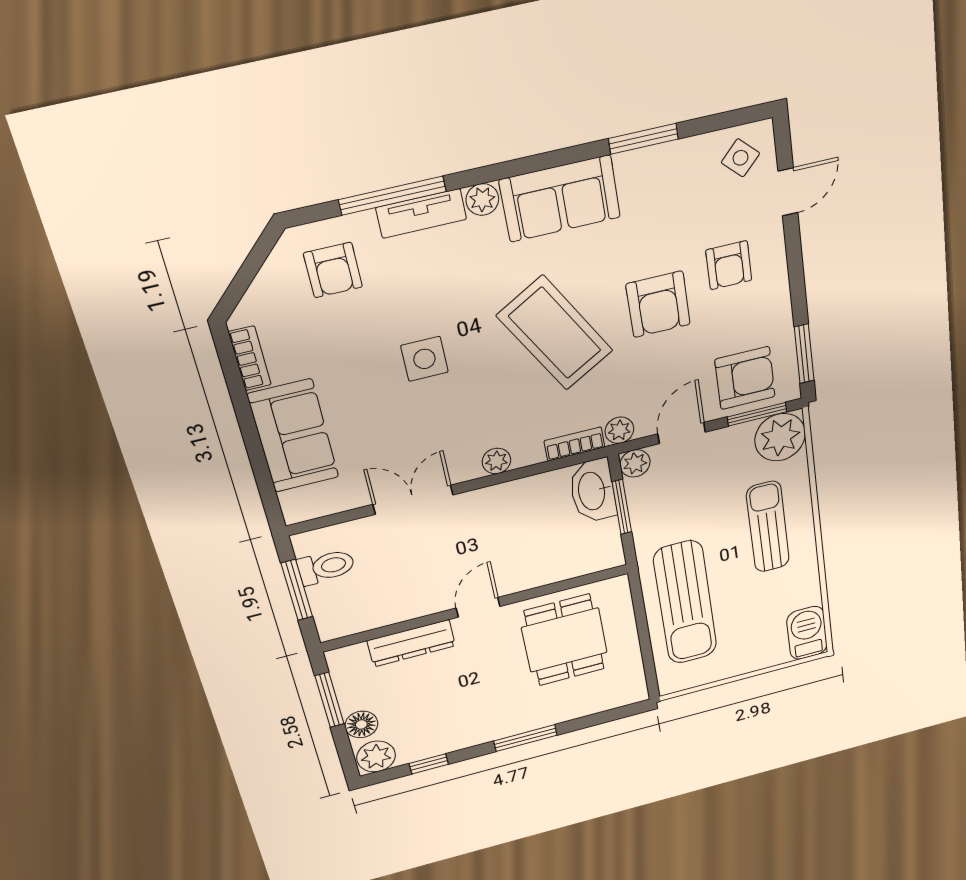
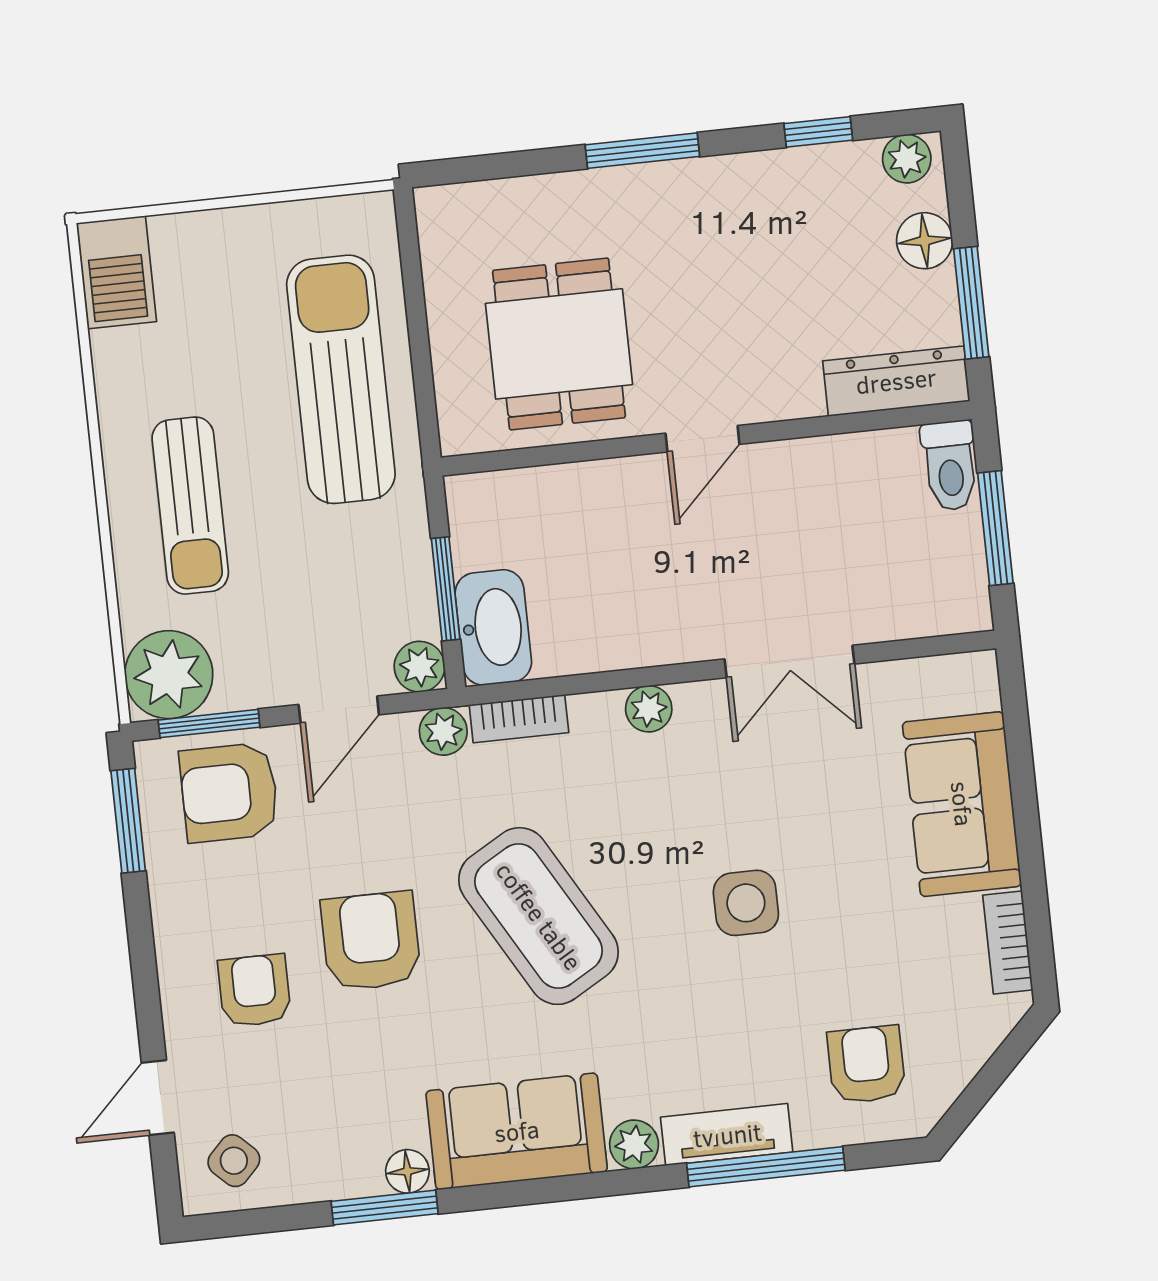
floor lamp: (630, 164) -> (407, 1171), added
toilet: (326, 567) -> (950, 465), moved, turned -90
dresser: (411, 643) -> (896, 381), moved
plant: (376, 757) -> (907, 159), width x0.73, depth x0.73

